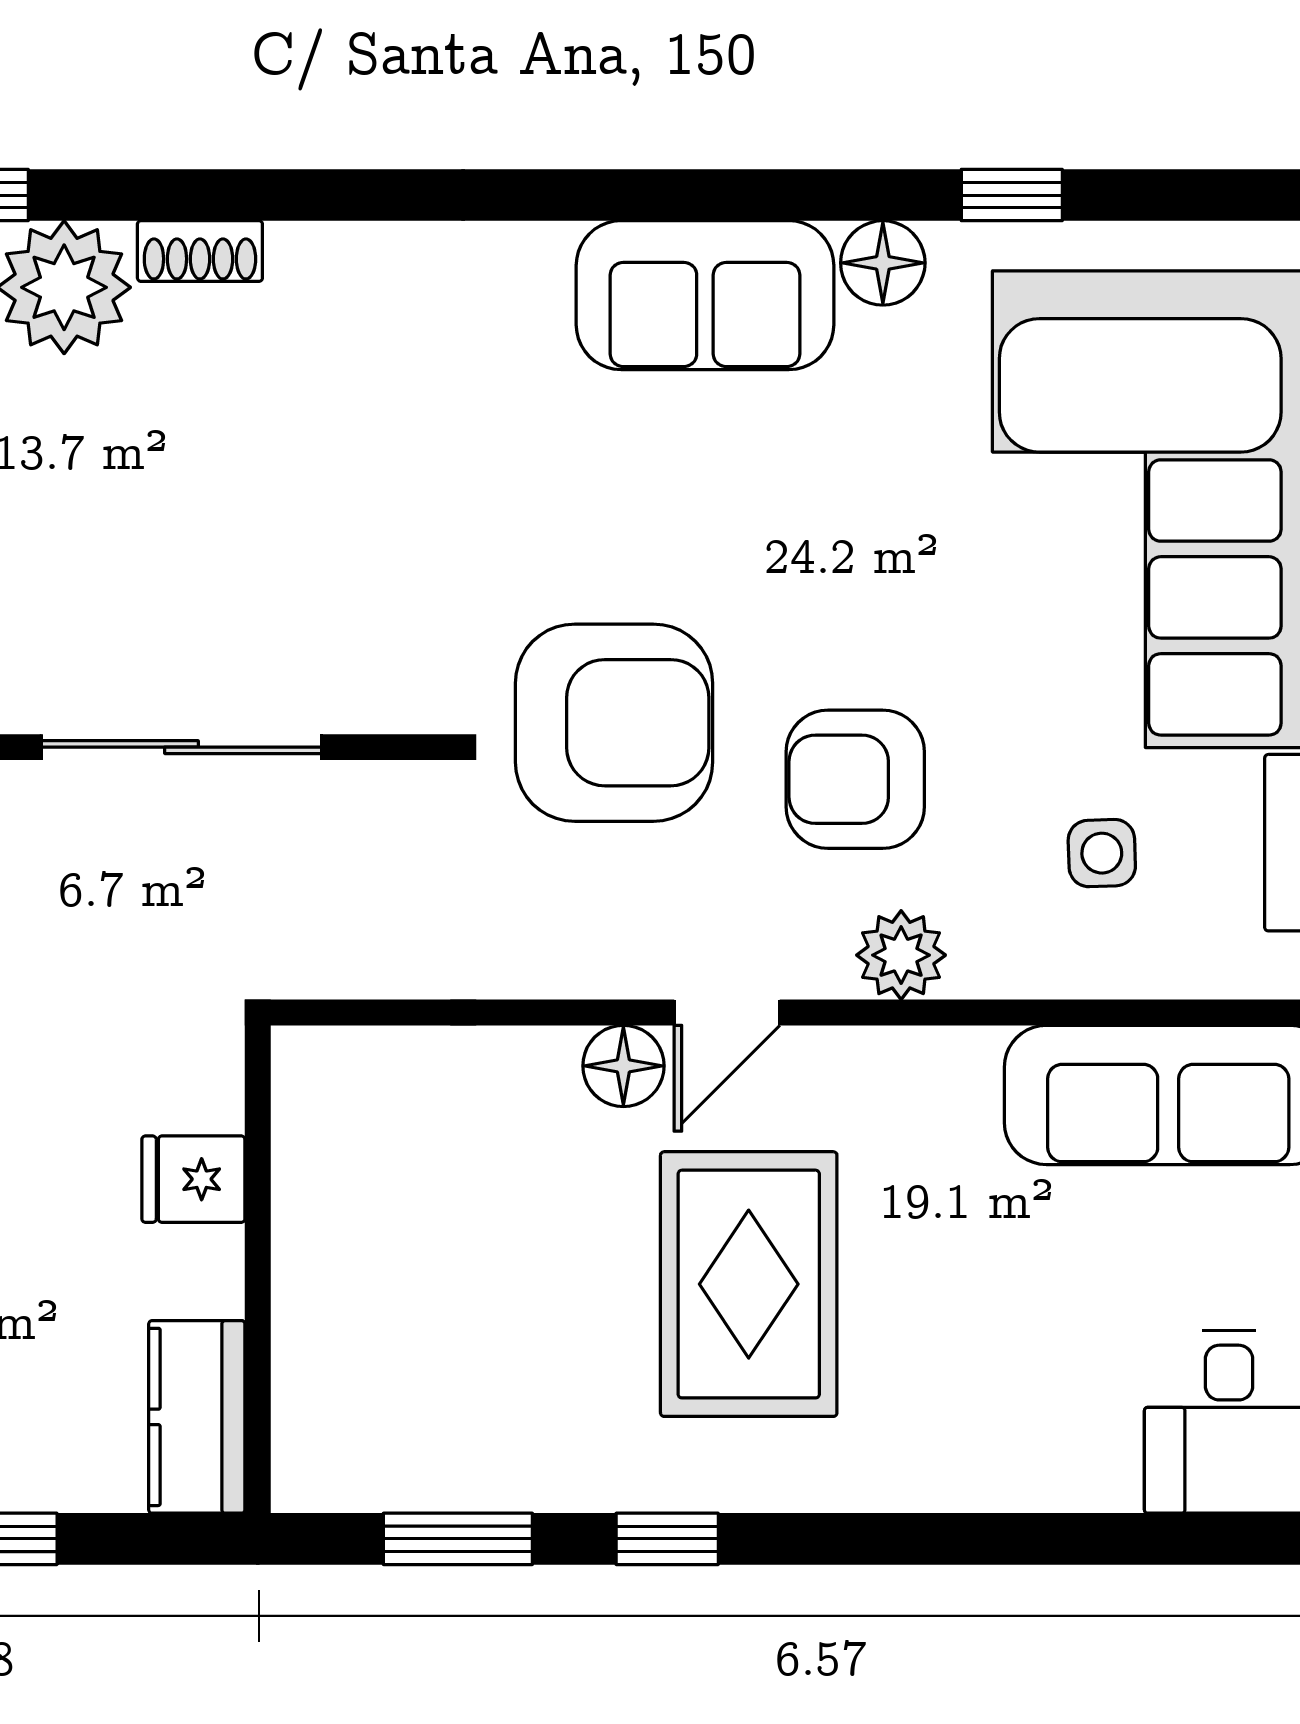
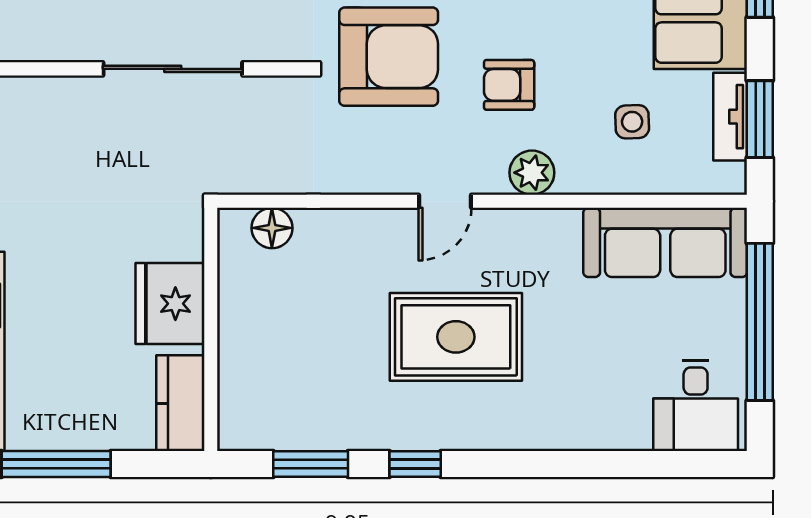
armchair: (855, 779) -> (509, 85), width x0.72, depth x0.72
floor lamp: (623, 1066) -> (272, 228), moved
fridge: (193, 1179) -> (170, 304), width x1.88, depth x1.34
rug: (749, 1284) -> (456, 337), turned 90

